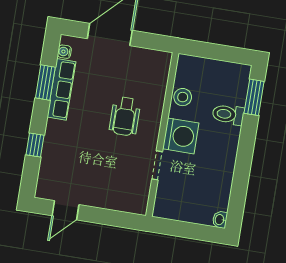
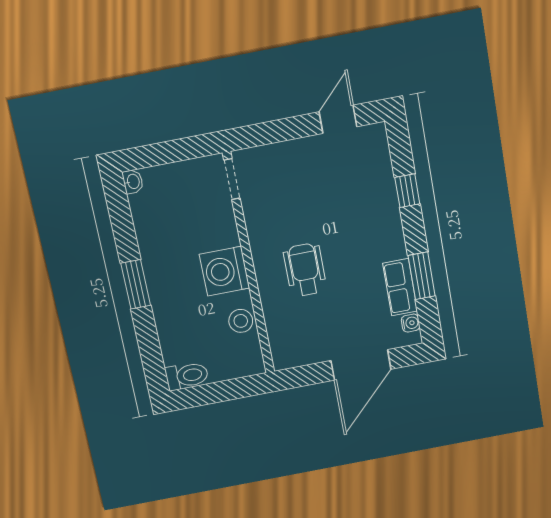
row of seats: (61, 89) -> (400, 287), width x0.68
window: (254, 97) -> (136, 284), moved
toilet: (228, 115) -> (187, 376), moved
doorway: (157, 165) -> (232, 179), moved

